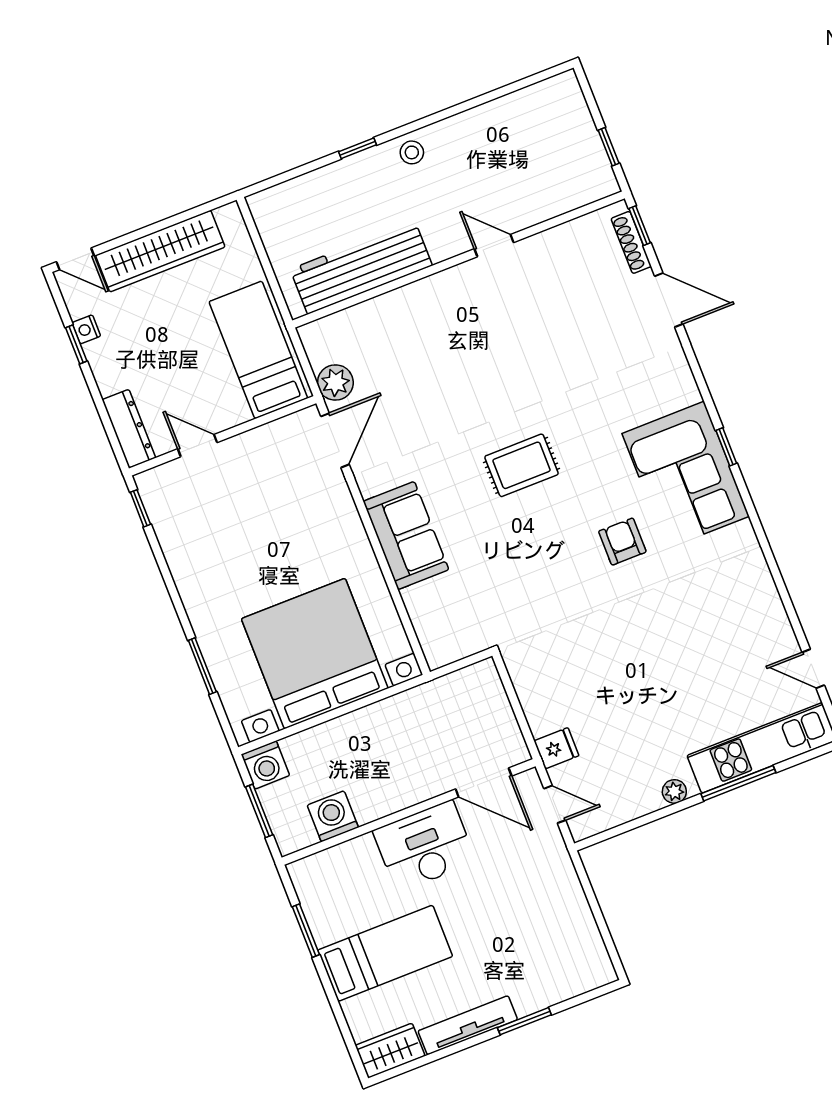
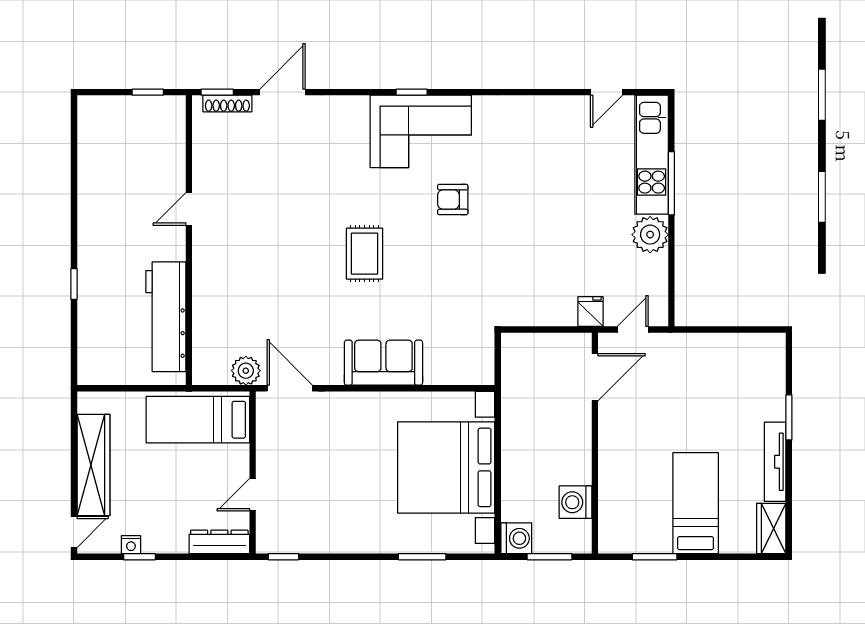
stool: (412, 152) -> (93, 244), removed
plant: (674, 791) -> (650, 235), width x1.88, depth x1.88
desk: (425, 846) -> (626, 441), removed

